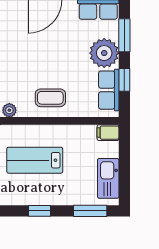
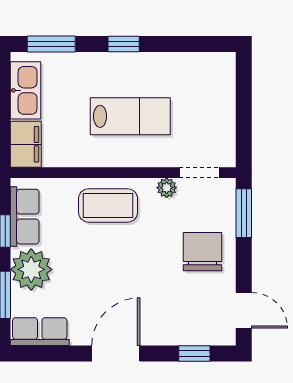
coffee table: (50, 98) -> (108, 205), width x1.36, depth x1.30
filing cabinet: (108, 133) -> (26, 144), width x2.00

